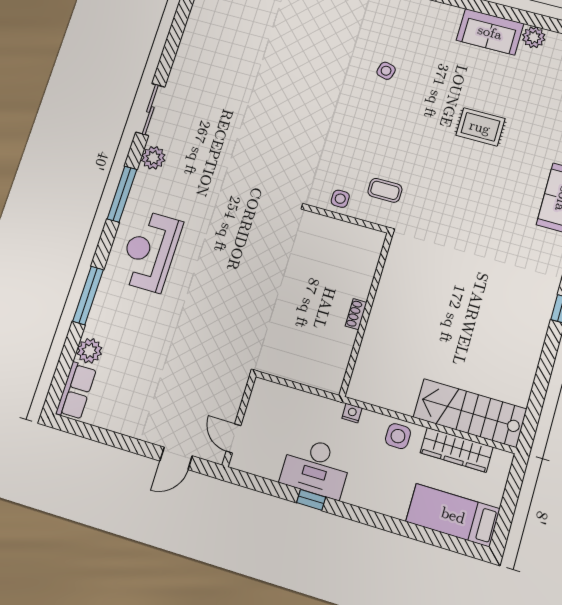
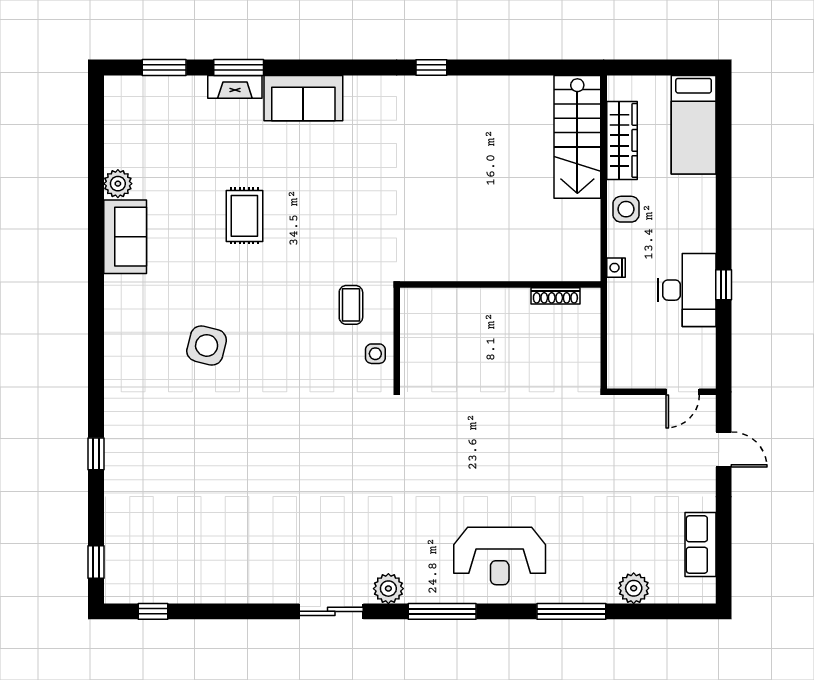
side table: (386, 71) -> (207, 345), width x1.87, depth x1.87
shoe rack: (356, 314) -> (555, 296), moved, width x1.43
row of seats: (76, 391) -> (700, 545), moved, turned -90

